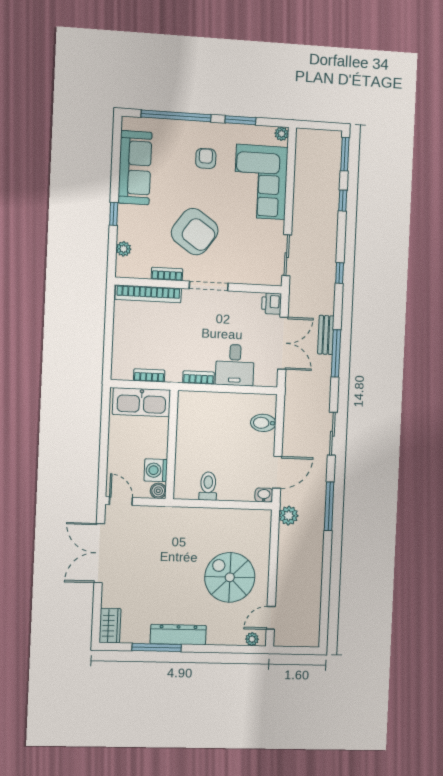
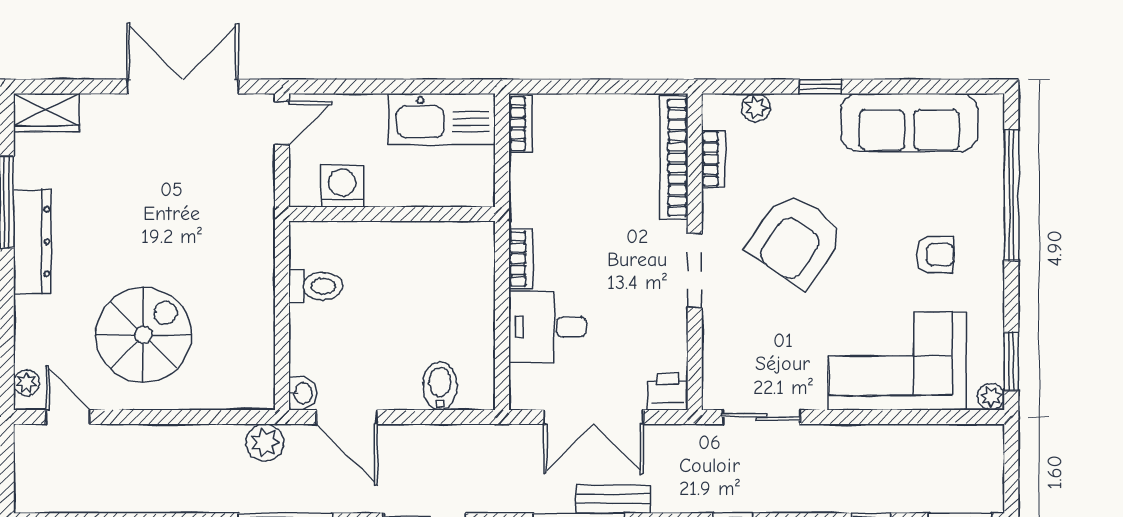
window: (240, 120) -> (1011, 361), moved
bookcase: (167, 274) -> (713, 159), moved
bookcase: (149, 375) -> (521, 123), moved
kitchen sink: (141, 402) -> (442, 119), moved, turned -90
boiler: (158, 491) -> (304, 192), removed

